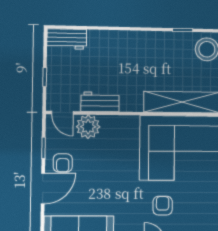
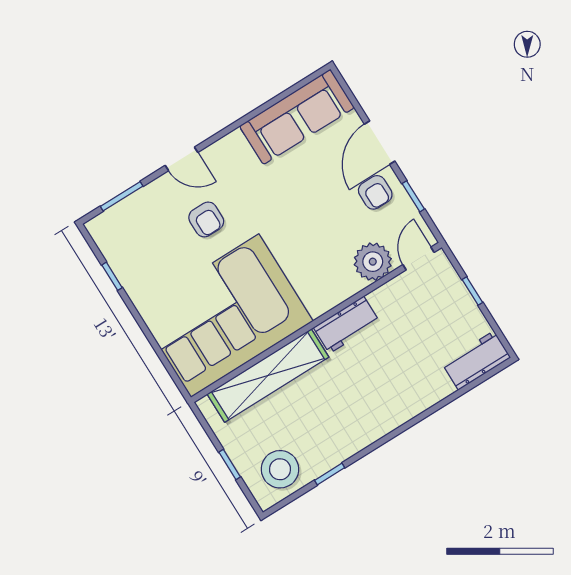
workbench: (100, 102) -> (347, 325), moved
door: (62, 113) -> (419, 258), hinge flipped
armchair: (63, 163) -> (375, 192), turned 180

